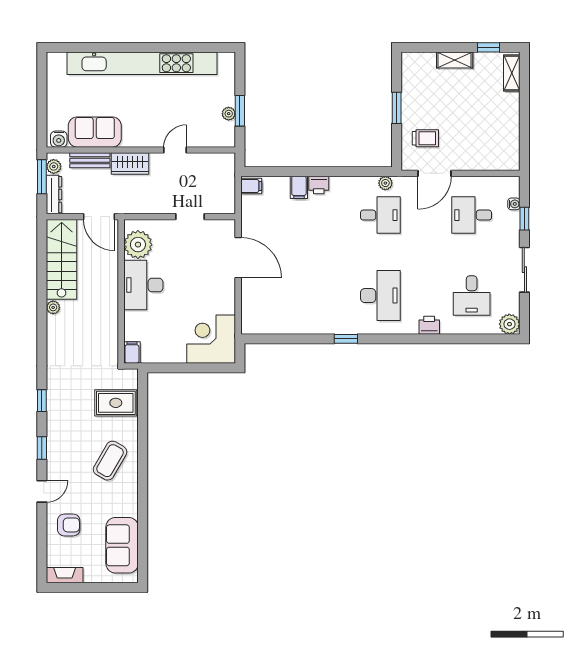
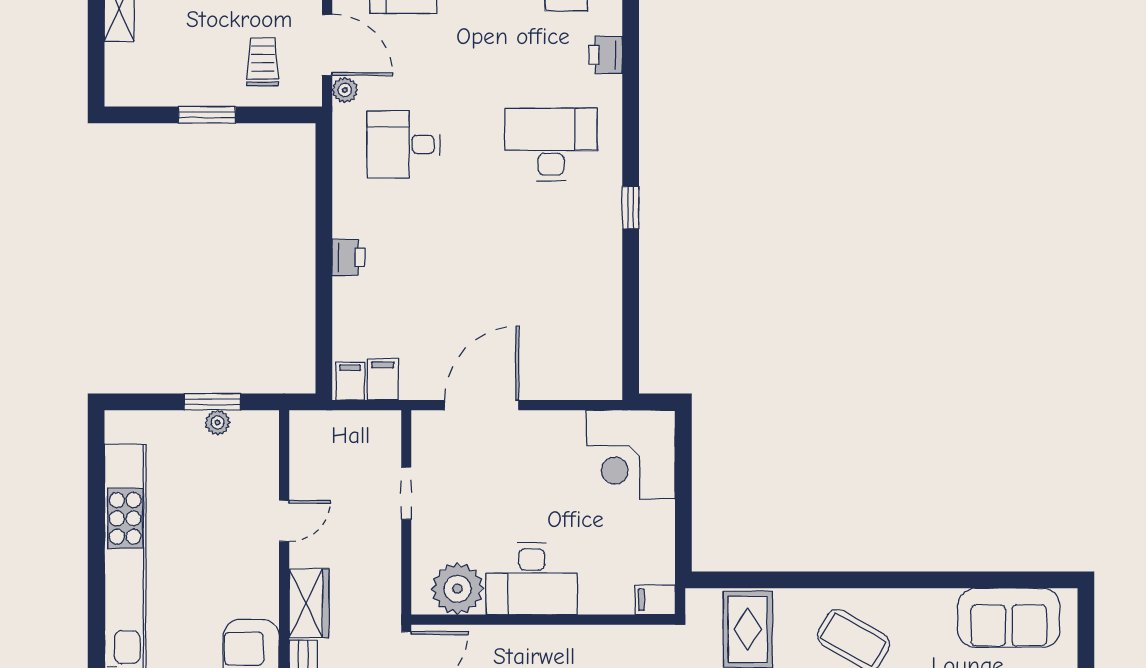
door: (175, 150) -> (284, 521), swing flipped
plant: (385, 183) -> (345, 90), moved
filing cabinet: (299, 187) -> (383, 379), moved, turned -90
desk: (380, 215) -> (403, 144), turned -90

